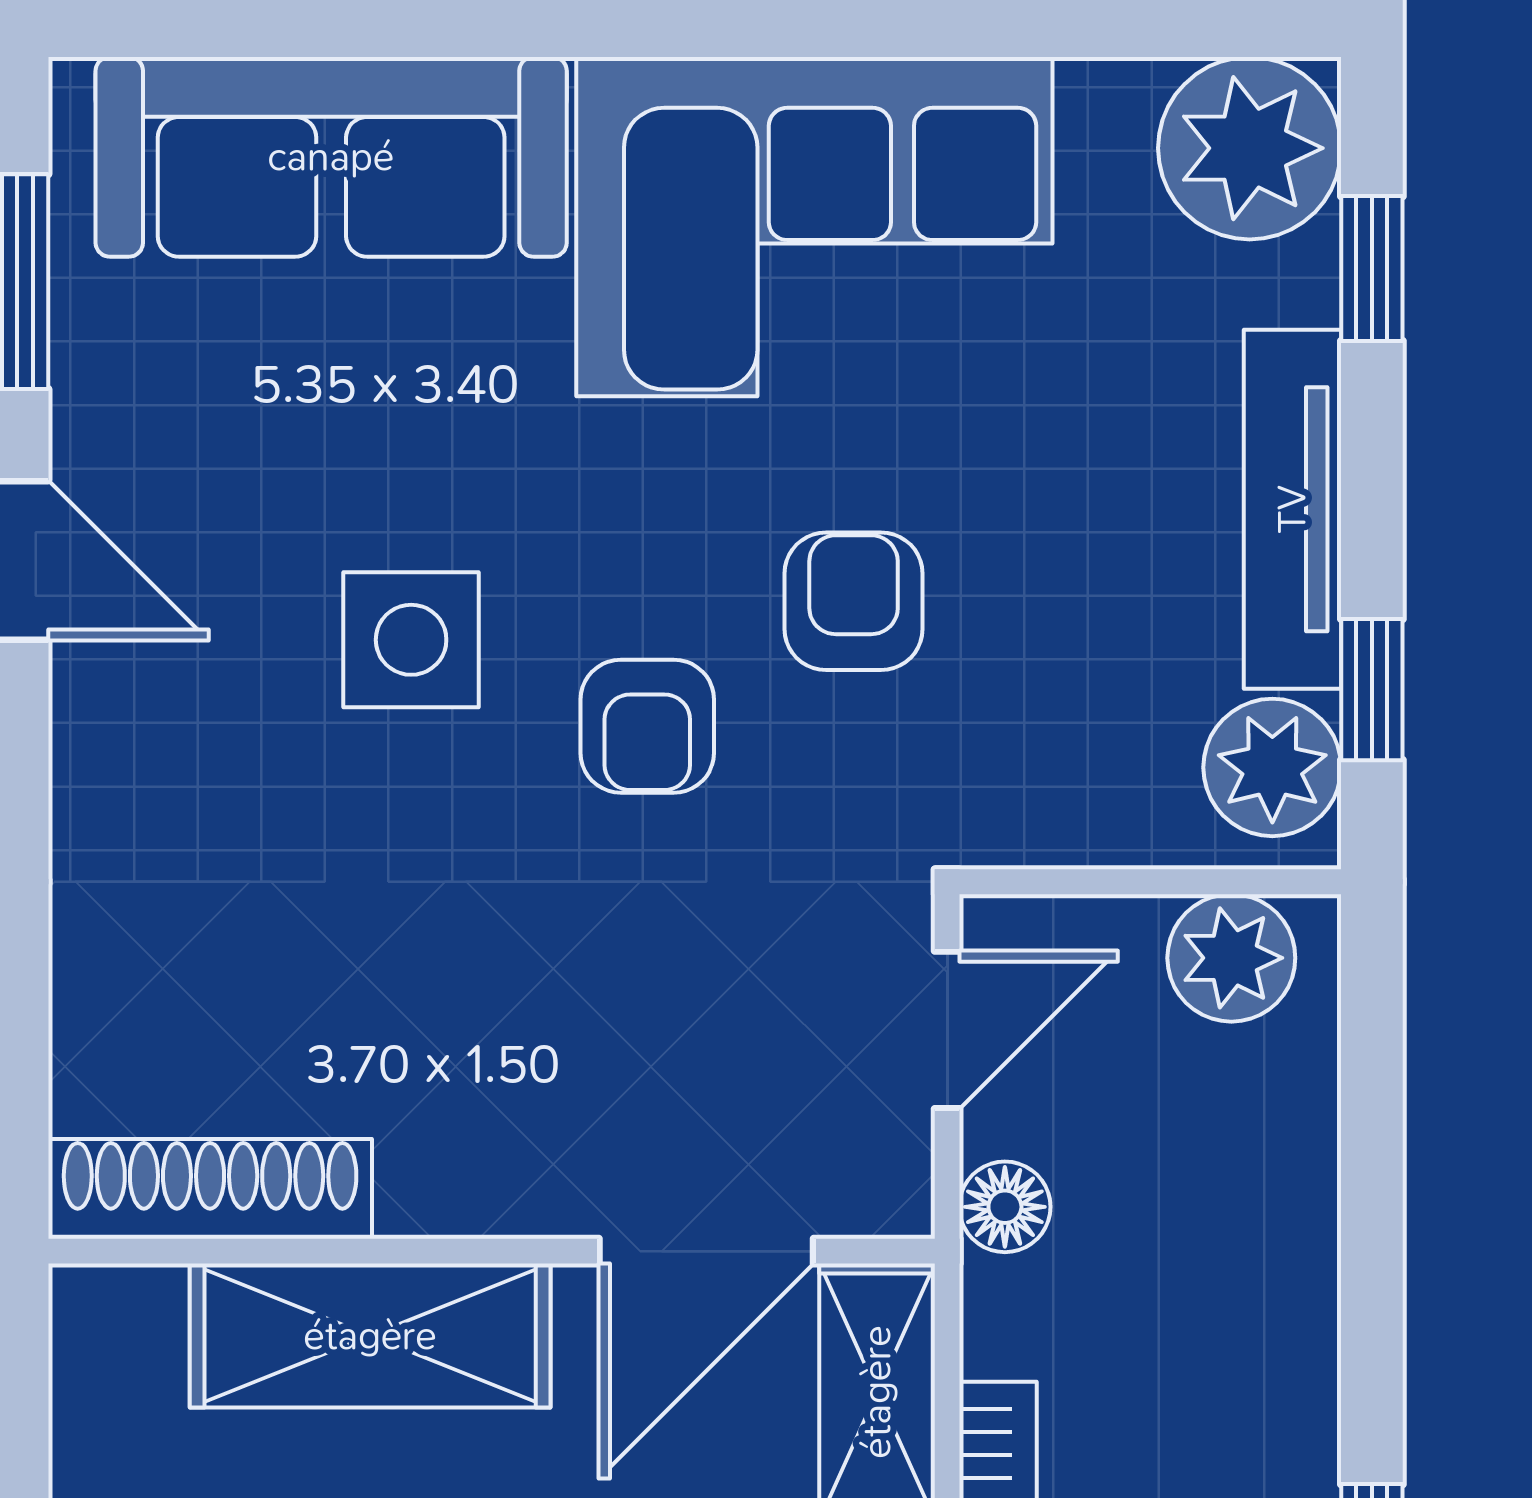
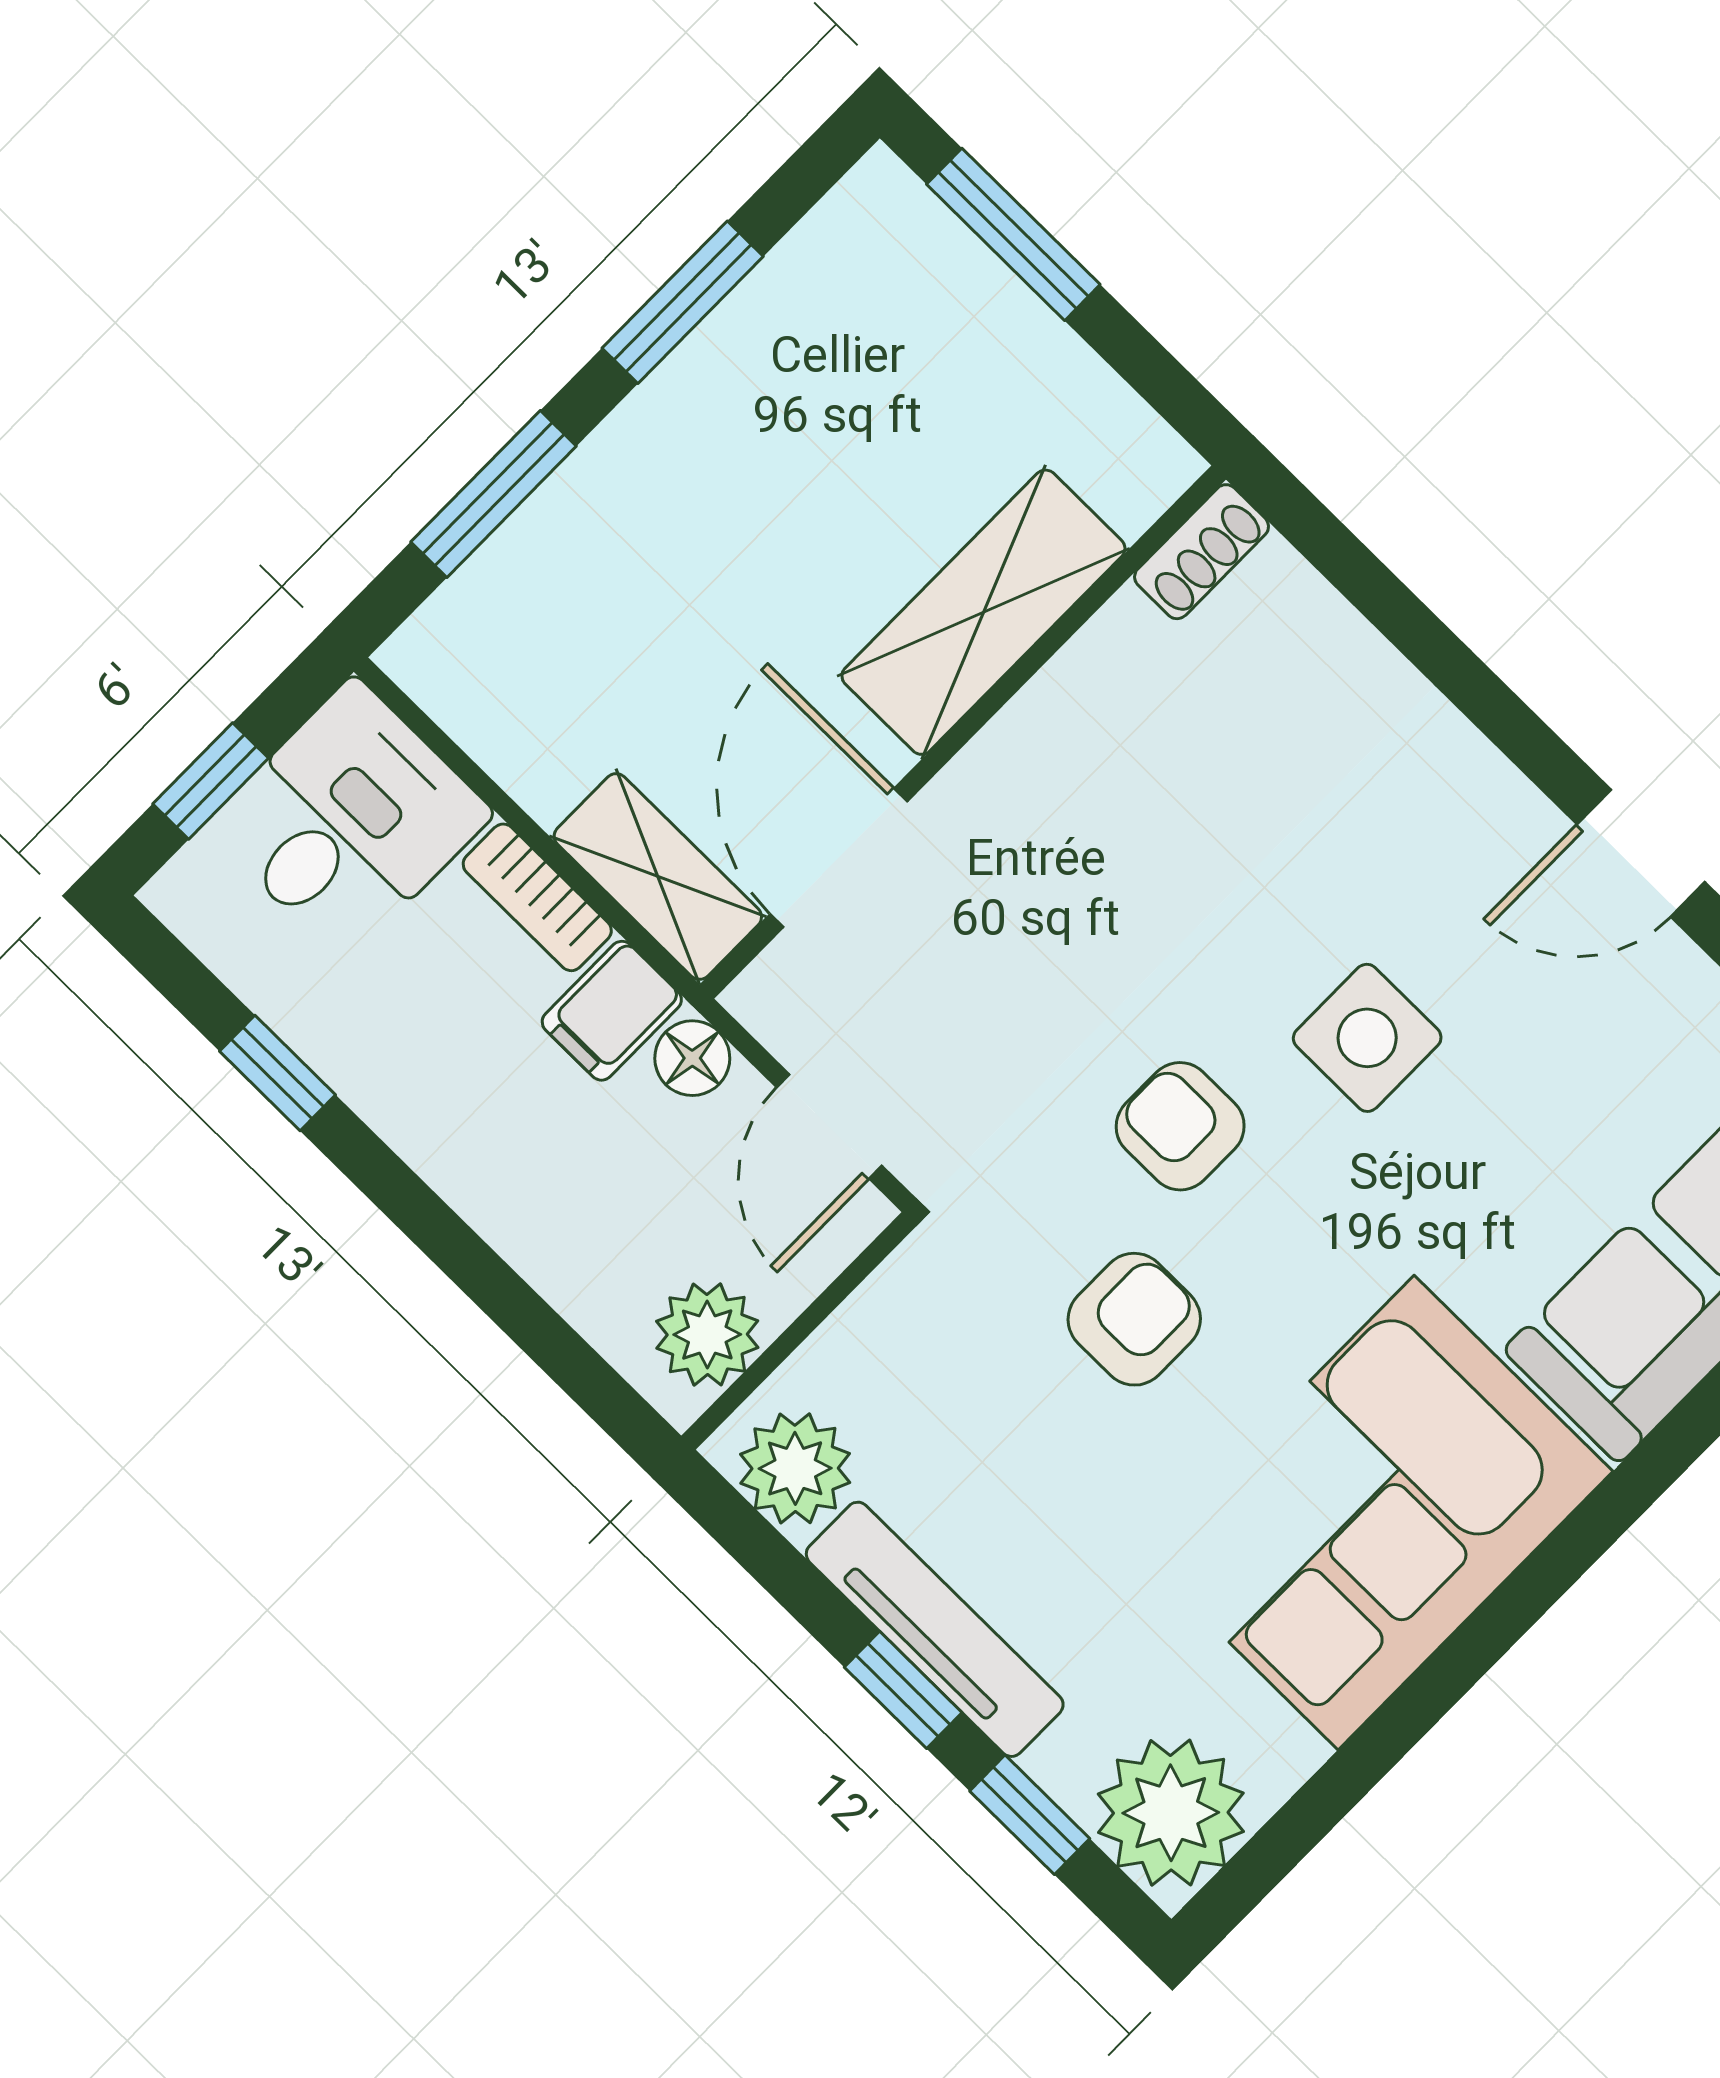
armchair: (854, 601) -> (1134, 1319), turned -90
window: (1372, 690) -> (903, 1690), moved
shoe rack: (210, 1189) -> (1202, 552), width x0.51, depth x0.81
filing cabinet: (1033, 1317) -> (612, 1011), added

